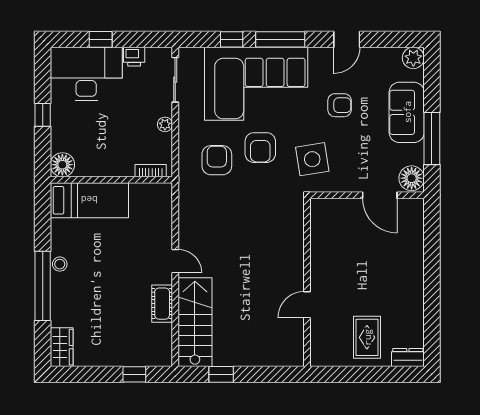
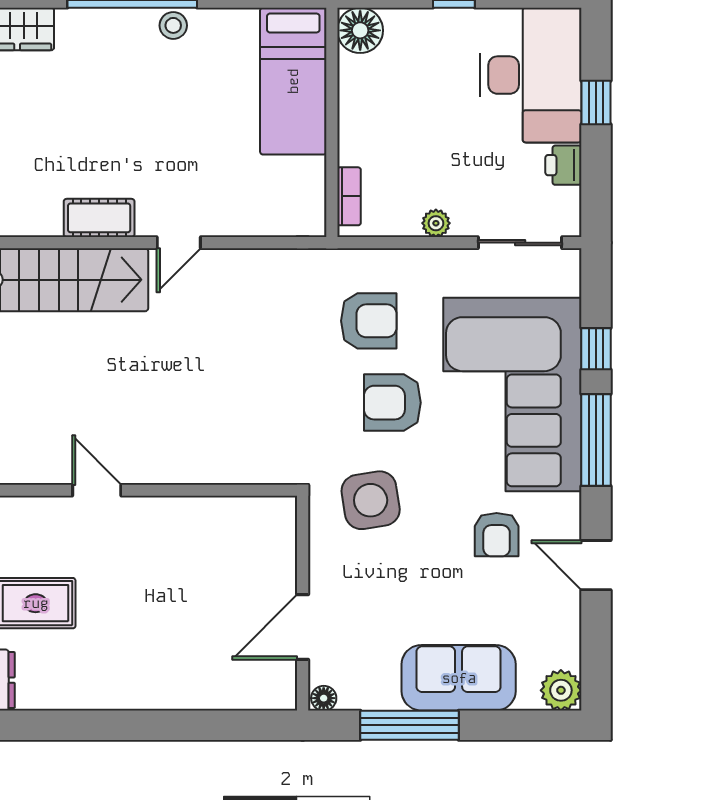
armchair: (340, 105) -> (497, 535), moved
floor lamp: (412, 178) -> (324, 698), width x0.53, depth x0.53

